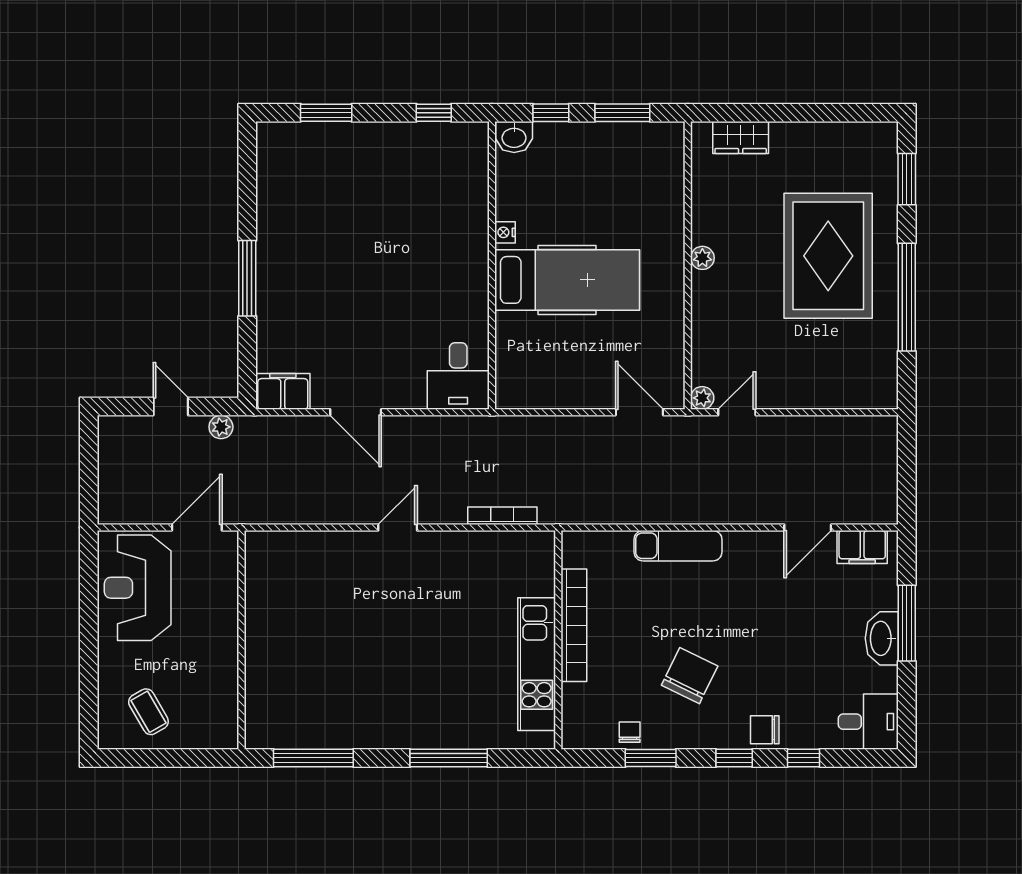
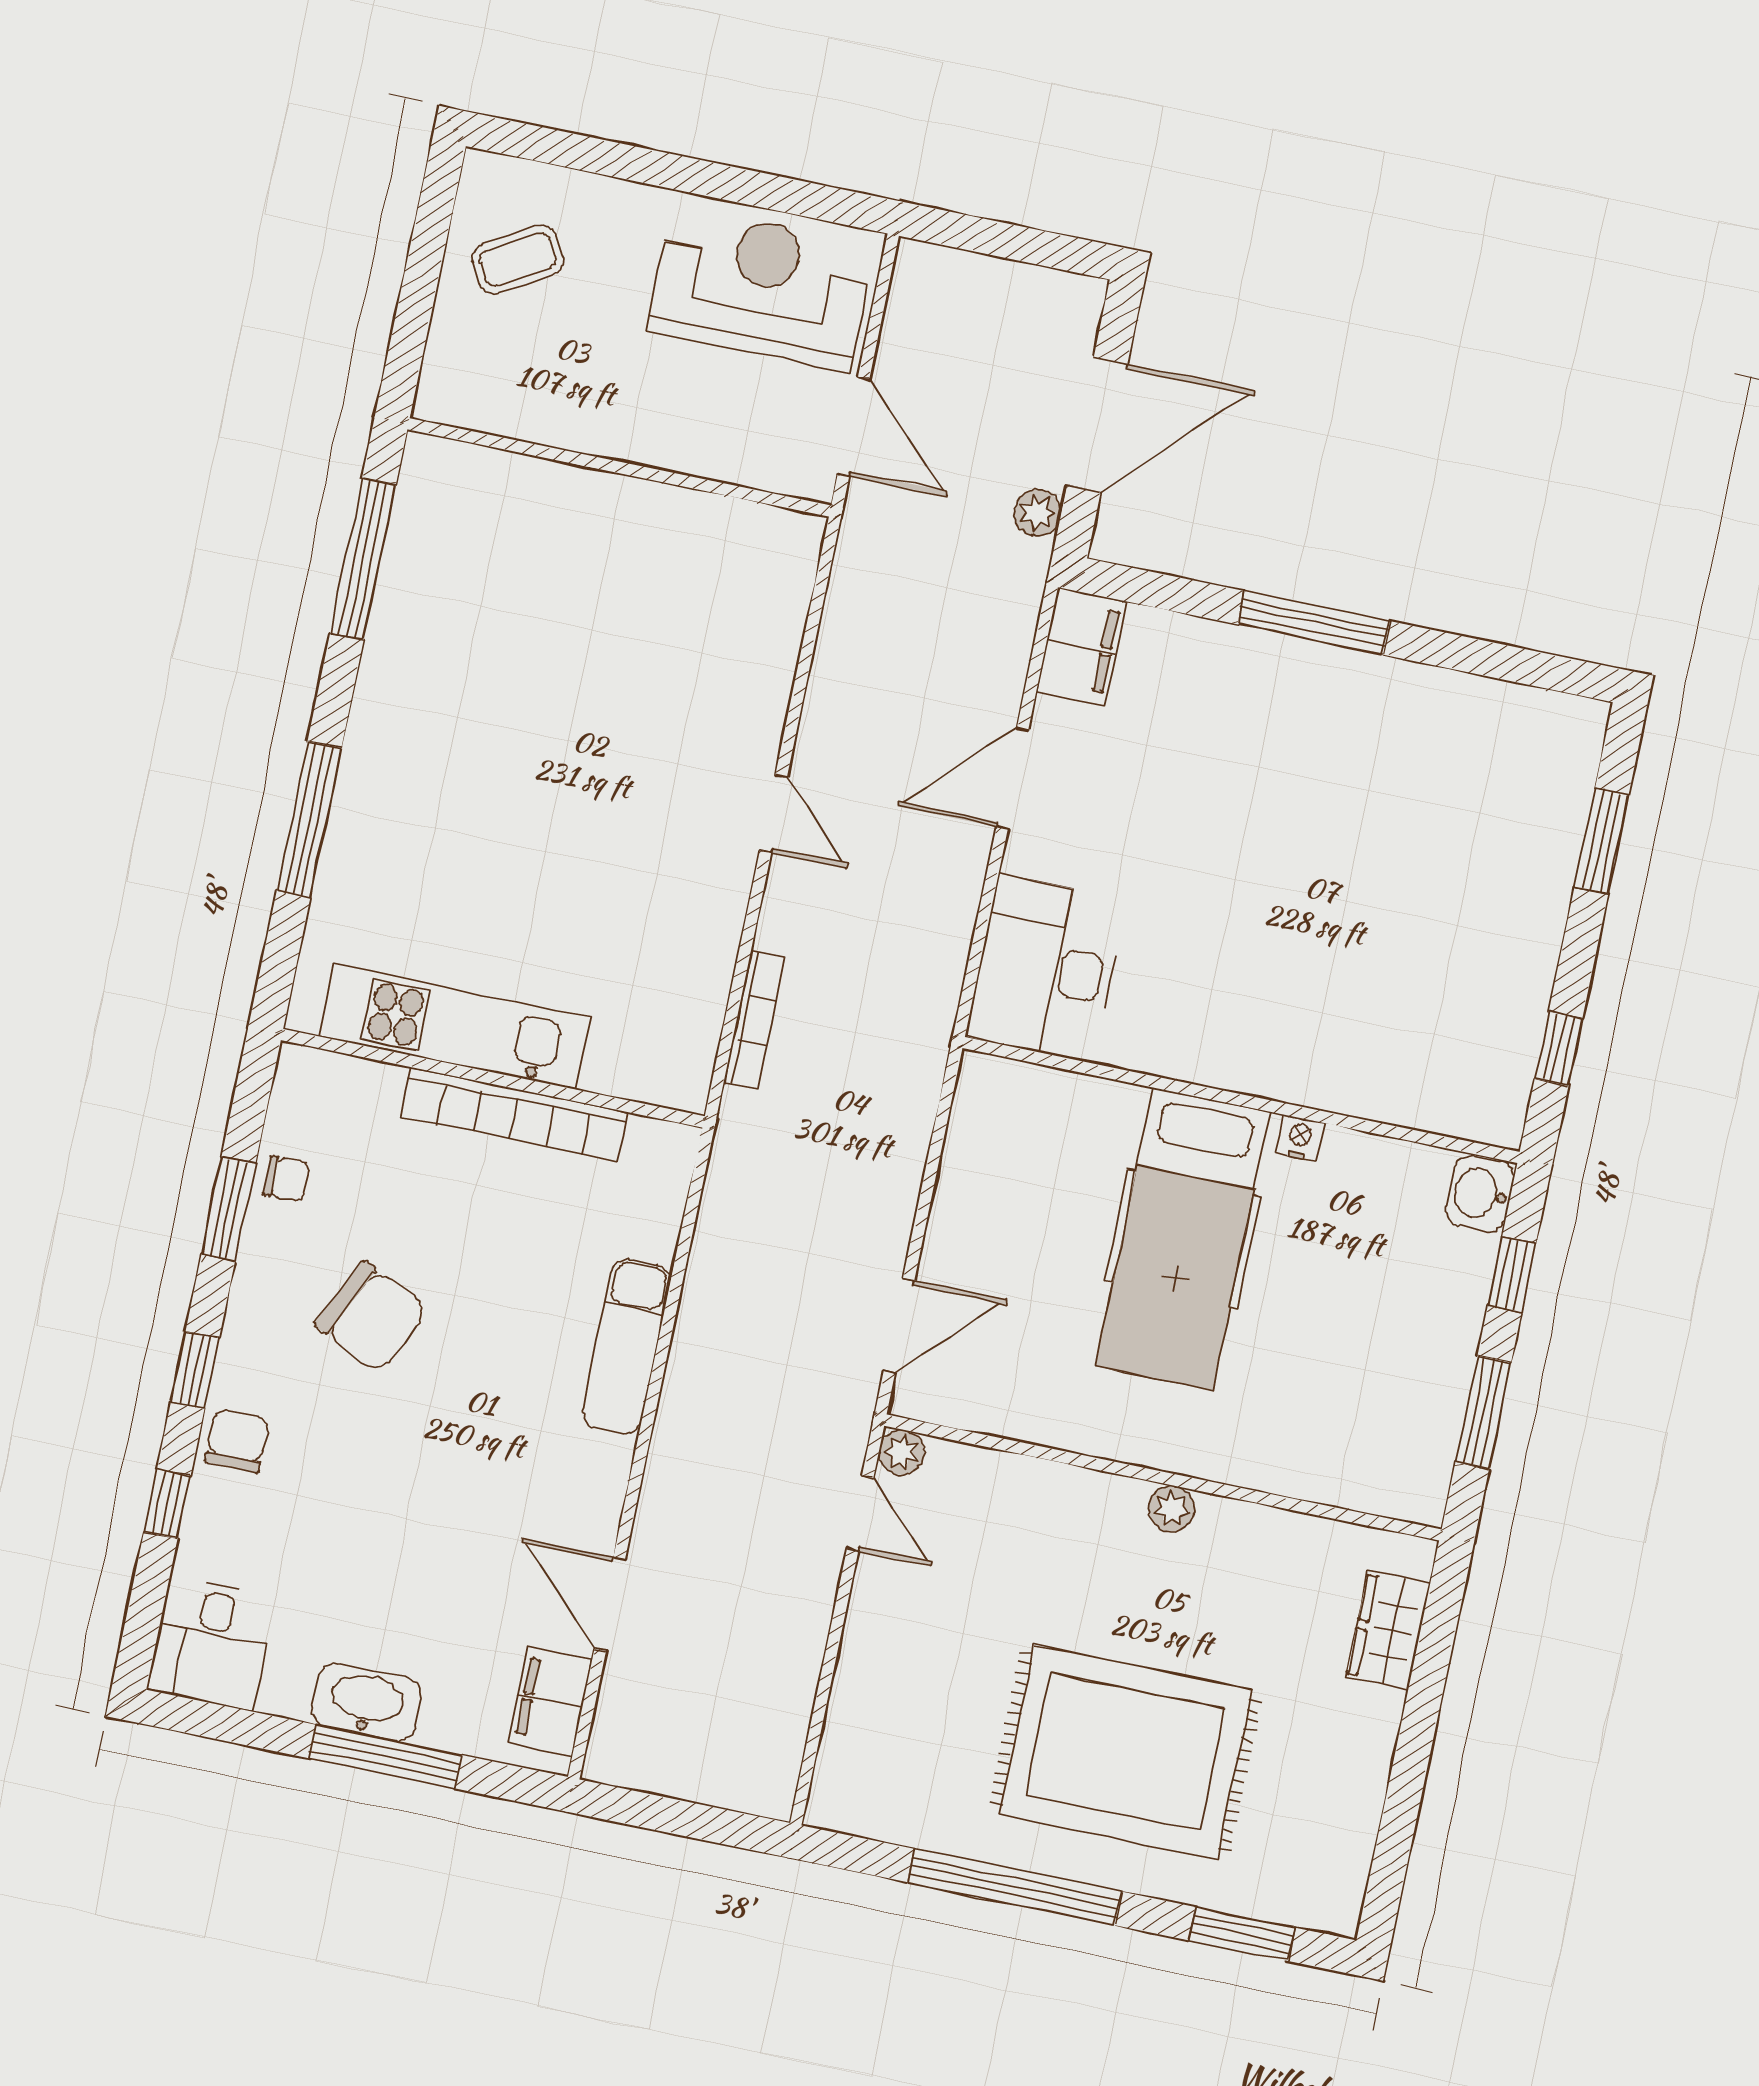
desk: (458, 376) -> (1046, 968), width x1.37
door: (171, 407) -> (1097, 425), width x1.87

